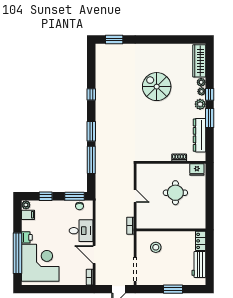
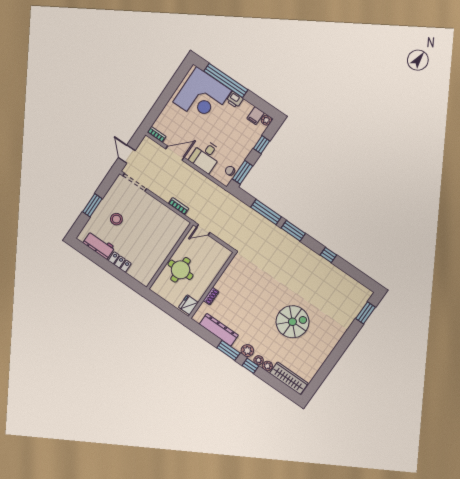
wall: (171, 230) -> (170, 256), moved
stool: (156, 247) -> (116, 219), moved

